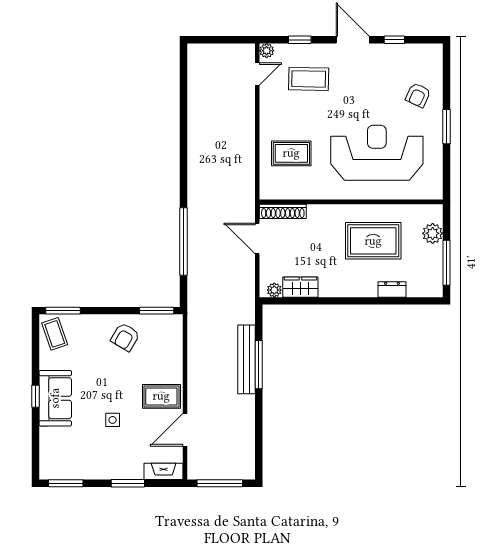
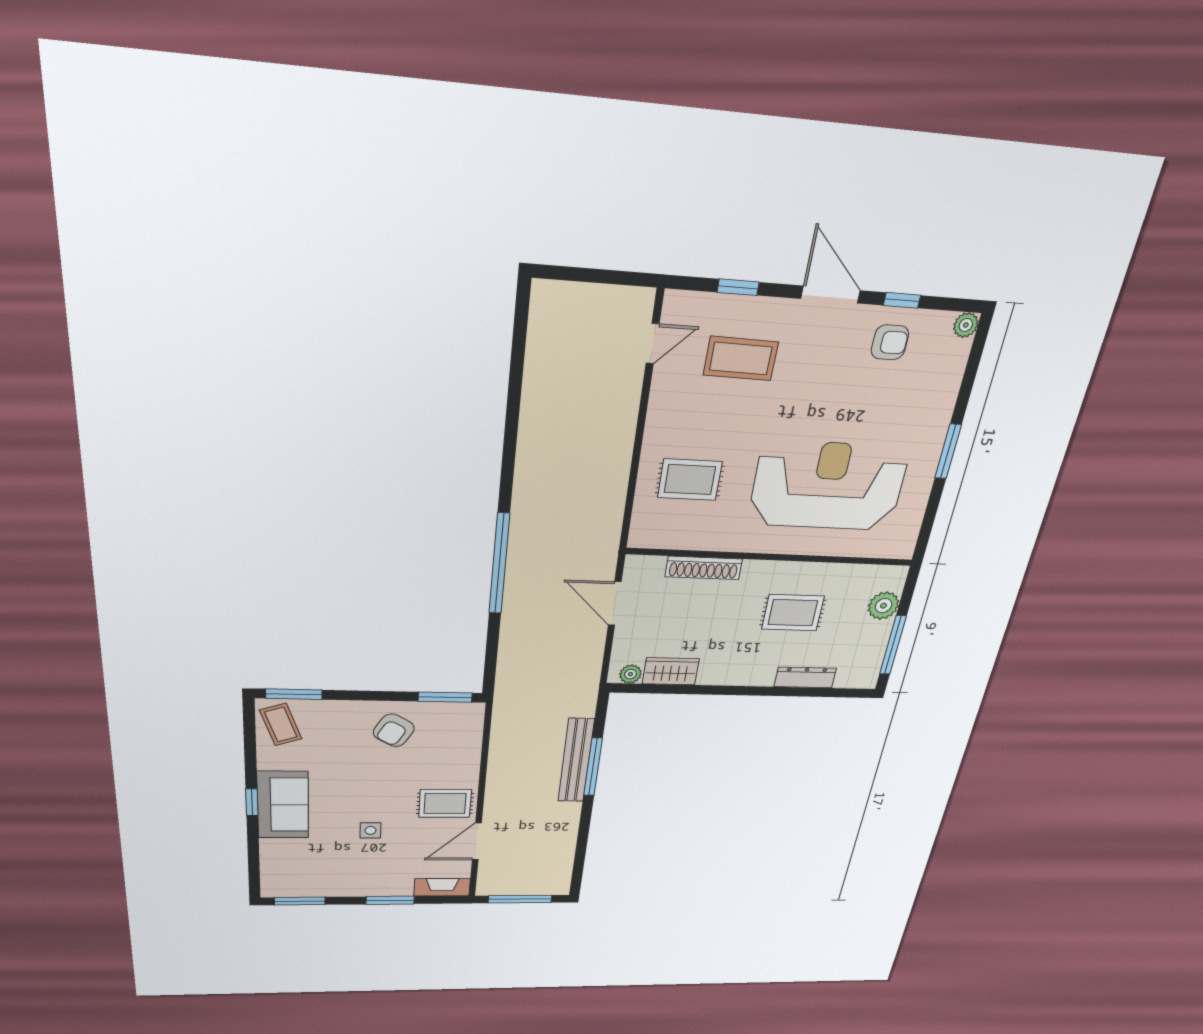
plant: (267, 51) -> (966, 325), moved
armchair: (418, 95) -> (890, 342), moved, turned -115
shoe rack: (283, 211) -> (704, 568), moved
window: (184, 241) -> (499, 564), moved
rug: (373, 241) -> (793, 613), width x0.73, depth x0.70
dresser: (392, 289) -> (805, 677), width x1.44

